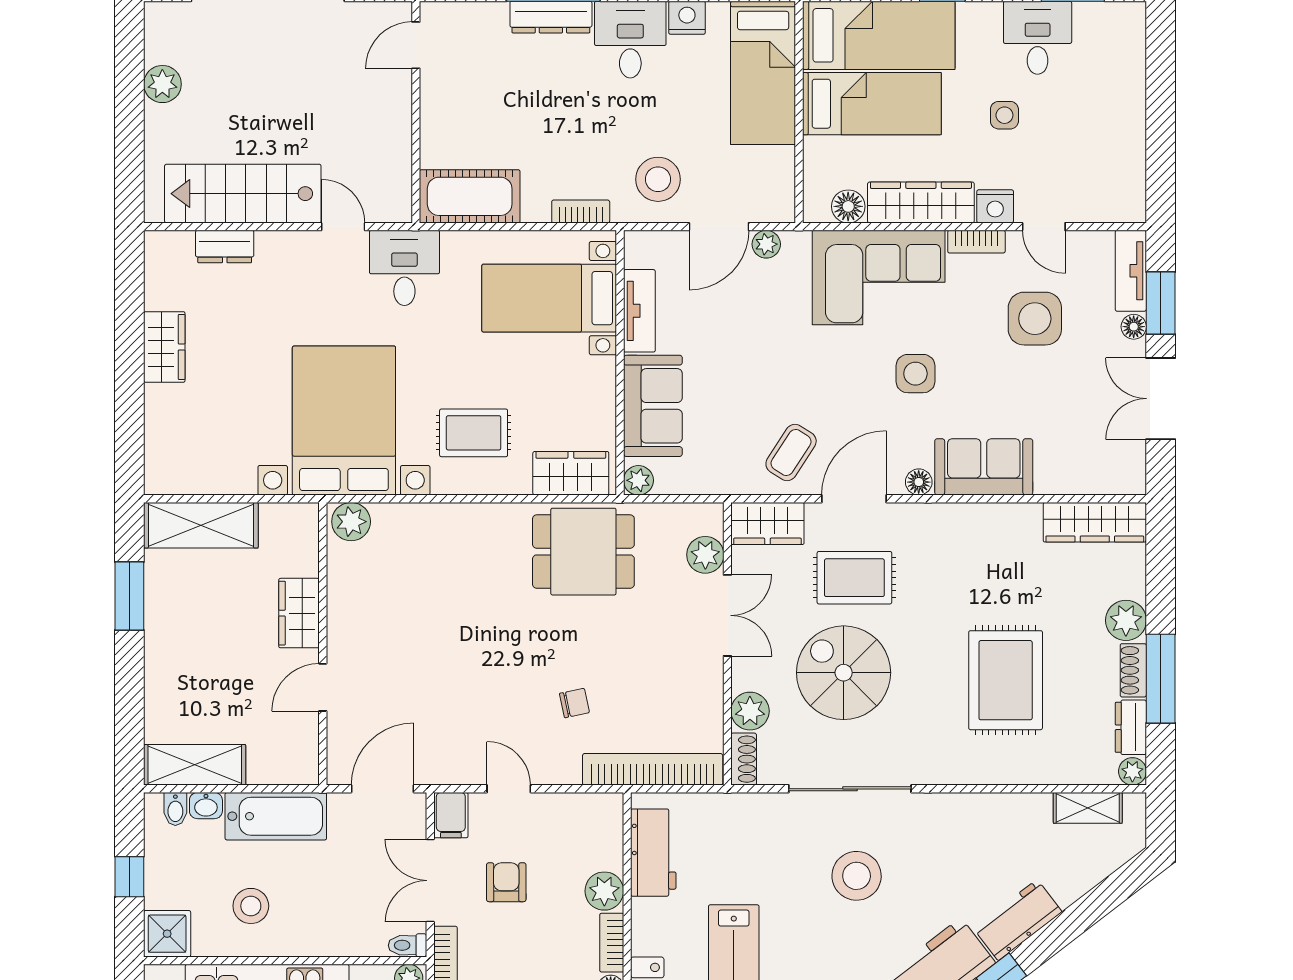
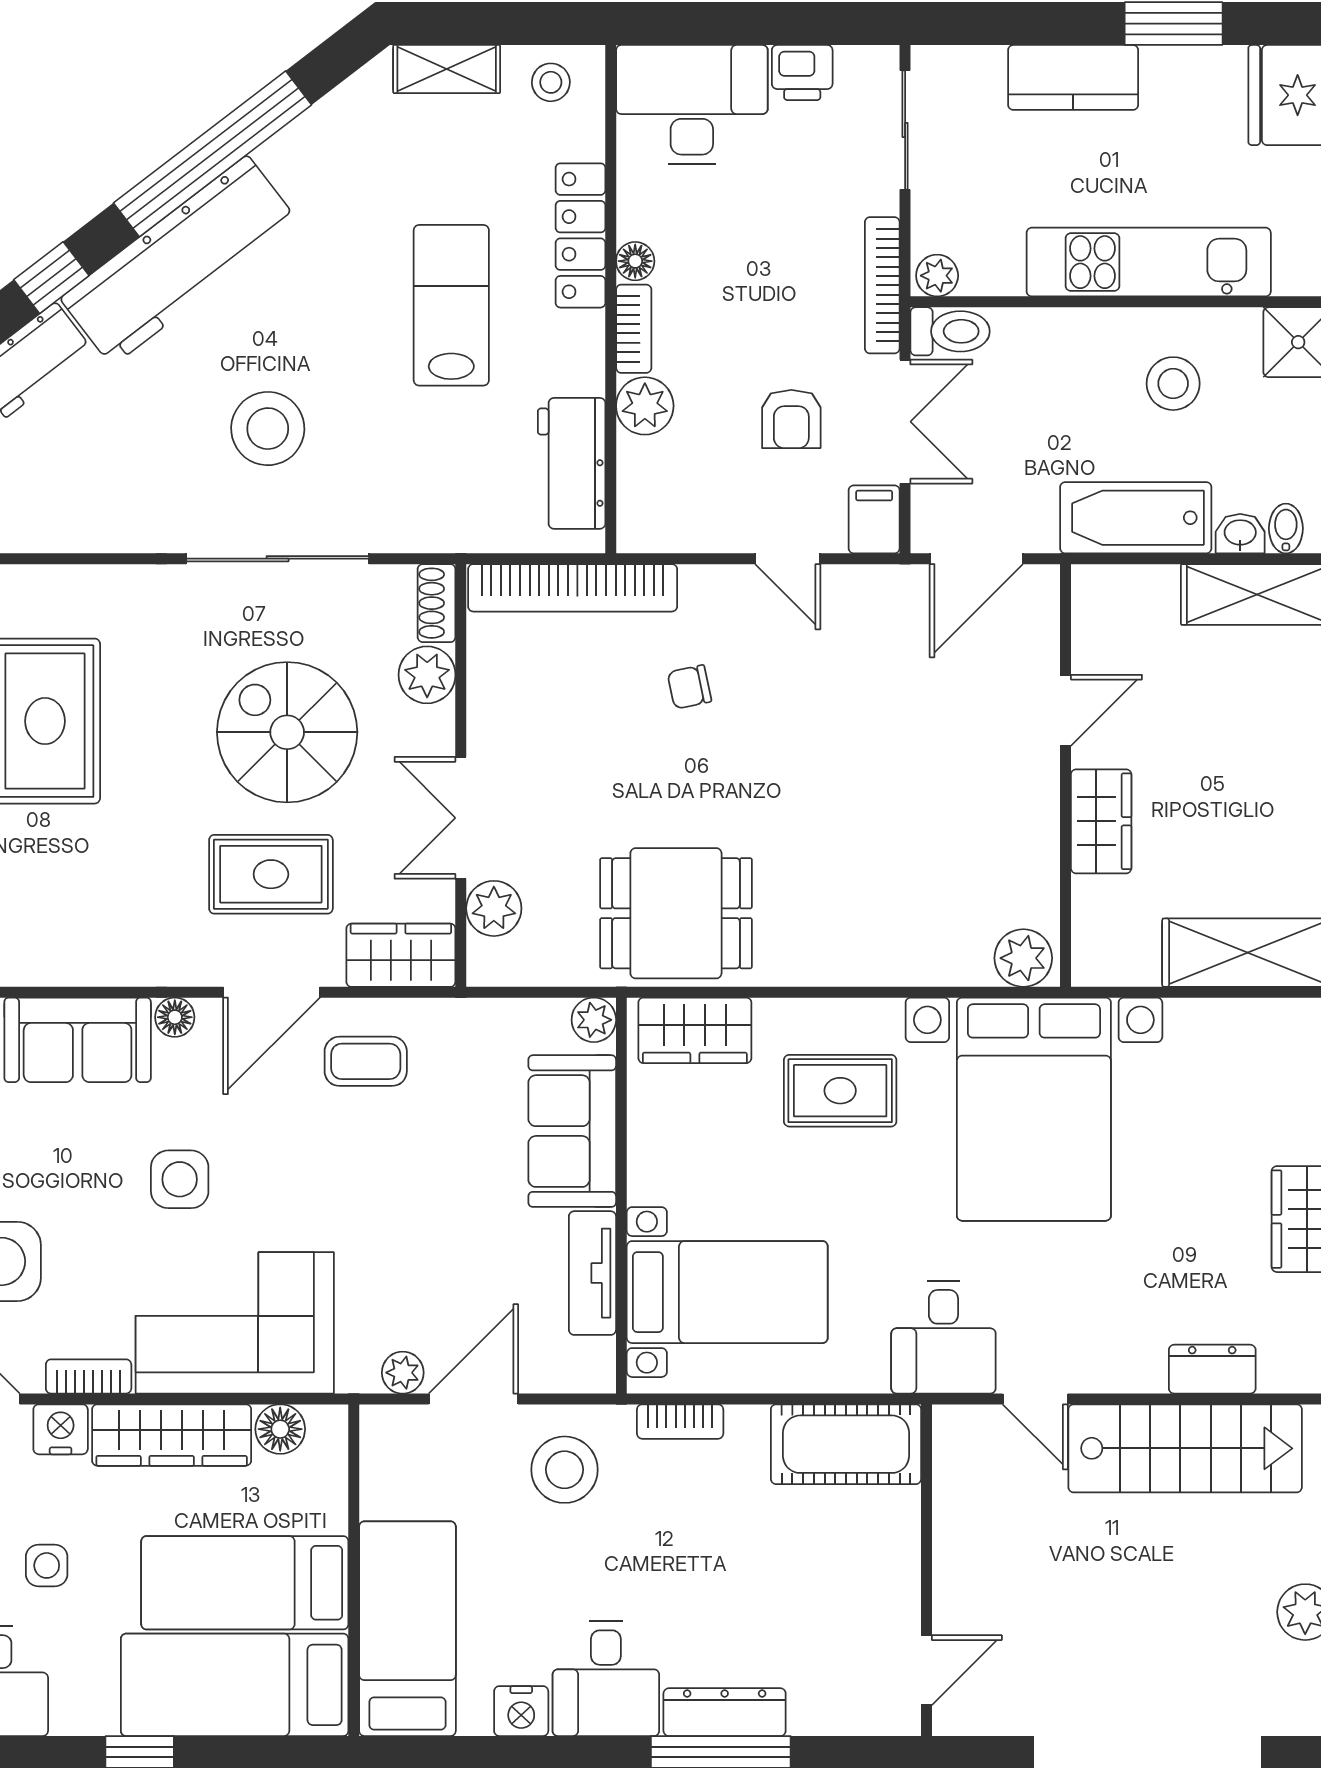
coffee table: (791, 453) -> (366, 1061), turned 57
spiral stairs: (844, 673) -> (287, 732), turned 180
toilet: (407, 945) -> (950, 331), width x1.37, depth x1.39

